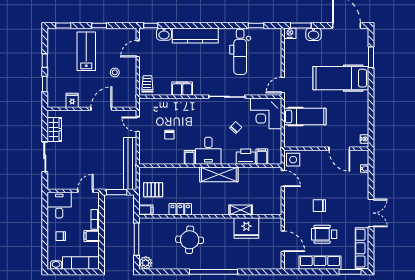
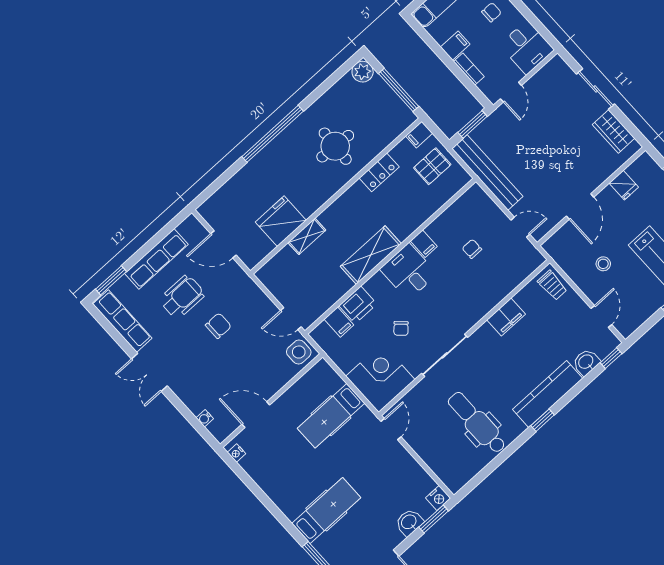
window: (256, 25) -> (543, 420), moved
hospital bed: (341, 78) -> (326, 511), width x0.73, depth x0.78

